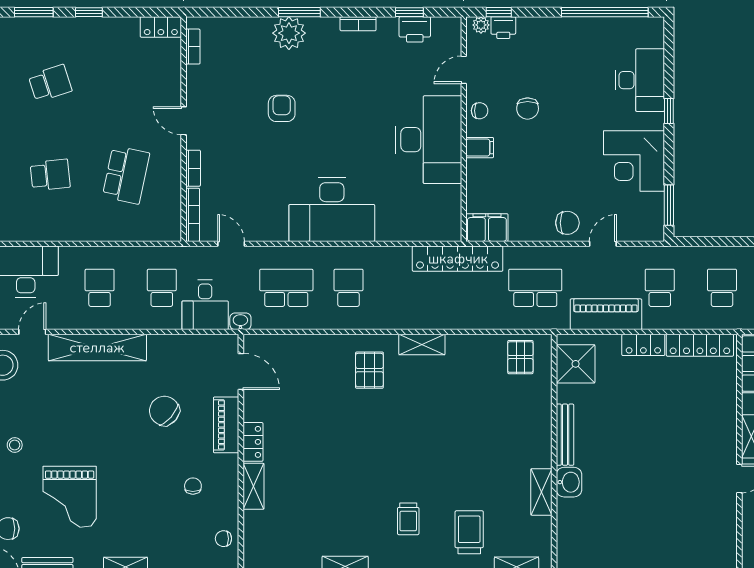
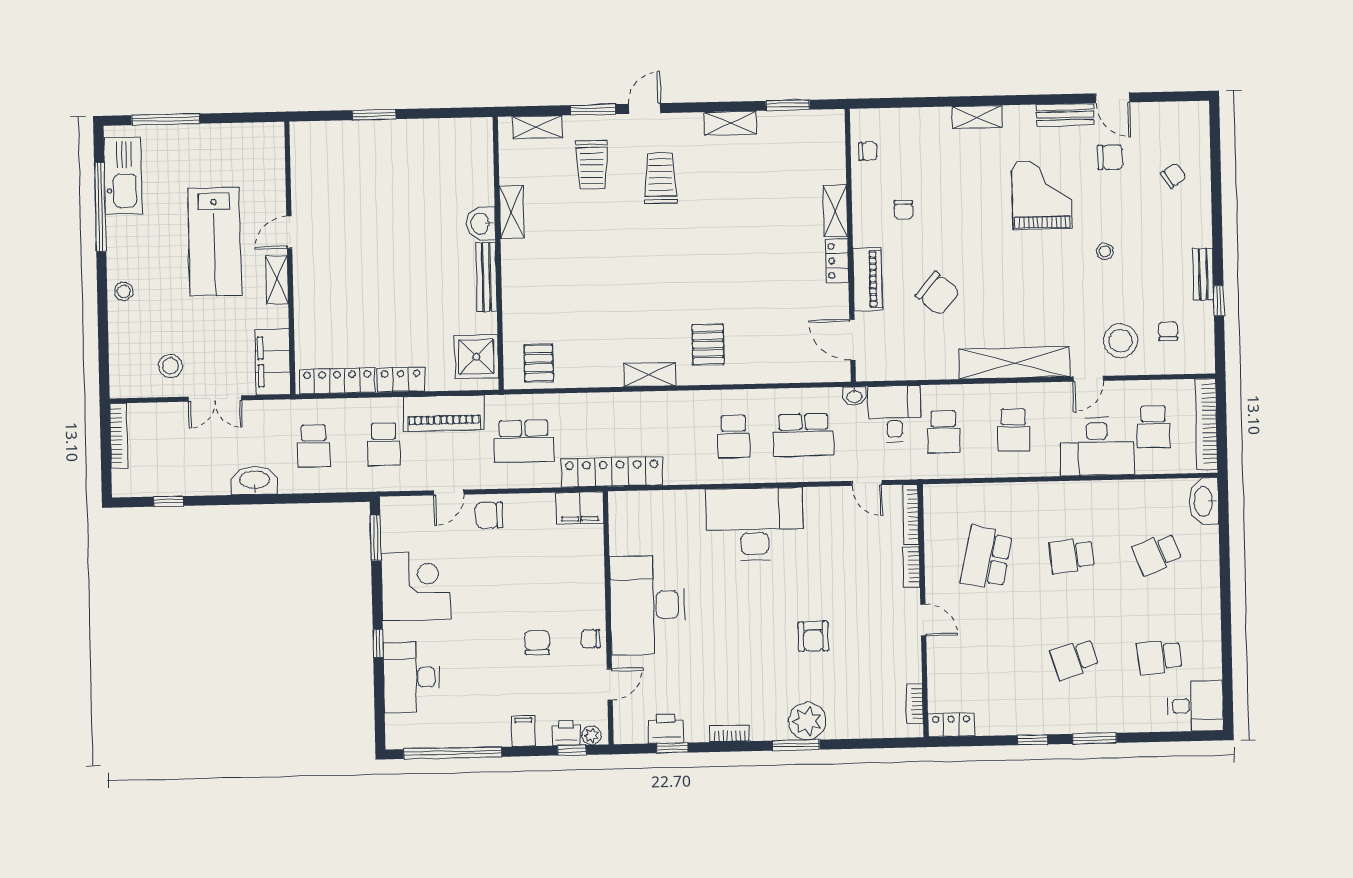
filing cabinet: (480, 148) -> (523, 731), moved, turned 90
trolley: (408, 519) -> (661, 178), width x1.36, depth x1.39

